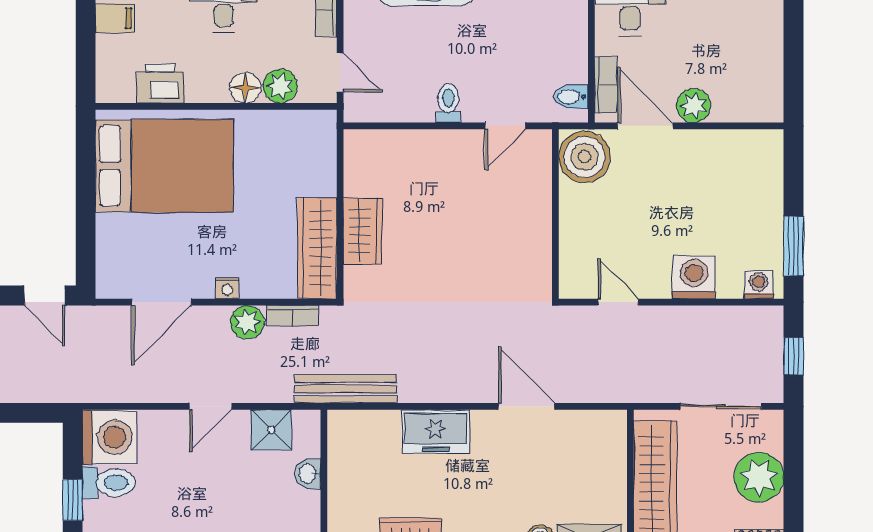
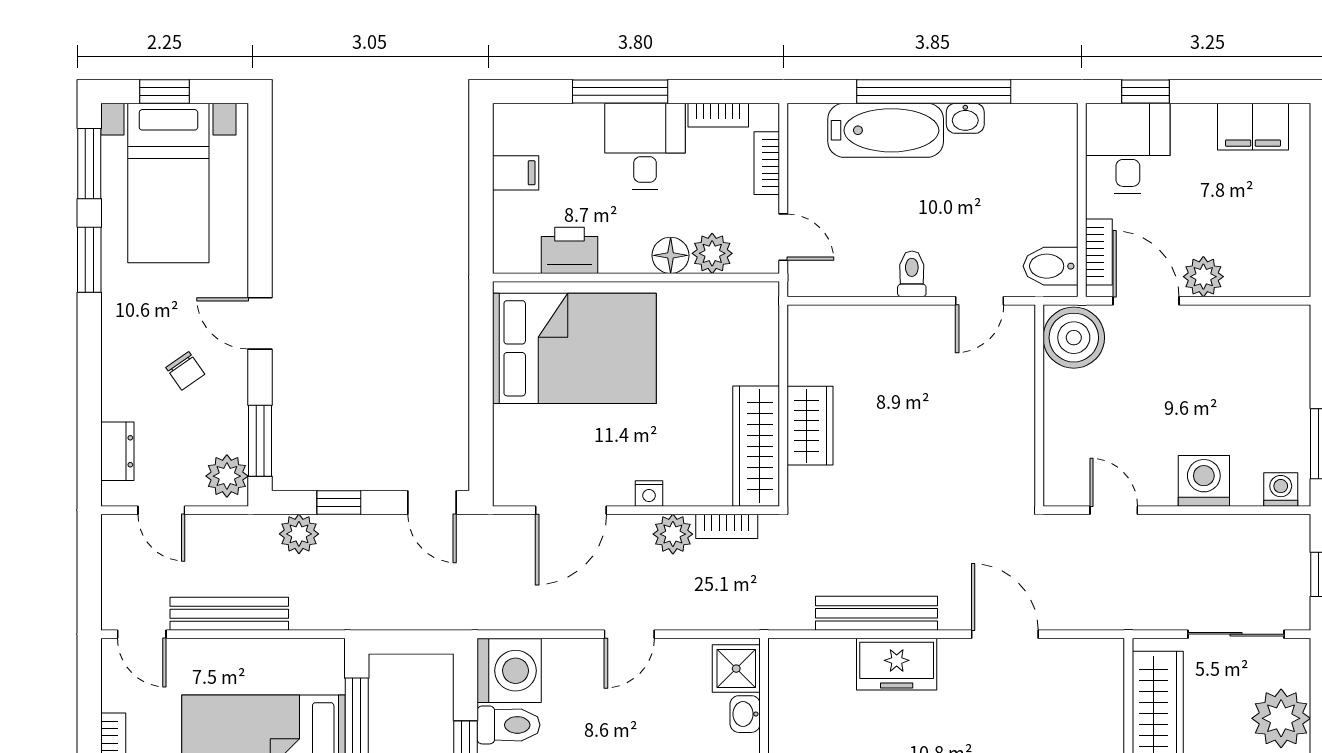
bidet: (571, 97) -> (1051, 266), width x1.38, depth x1.36
bench: (346, 389) -> (877, 613), moved
shower: (271, 430) -> (736, 669), moved

